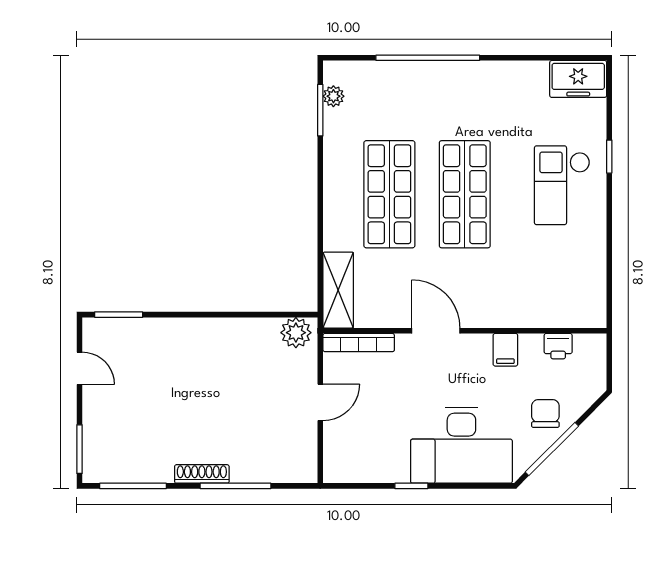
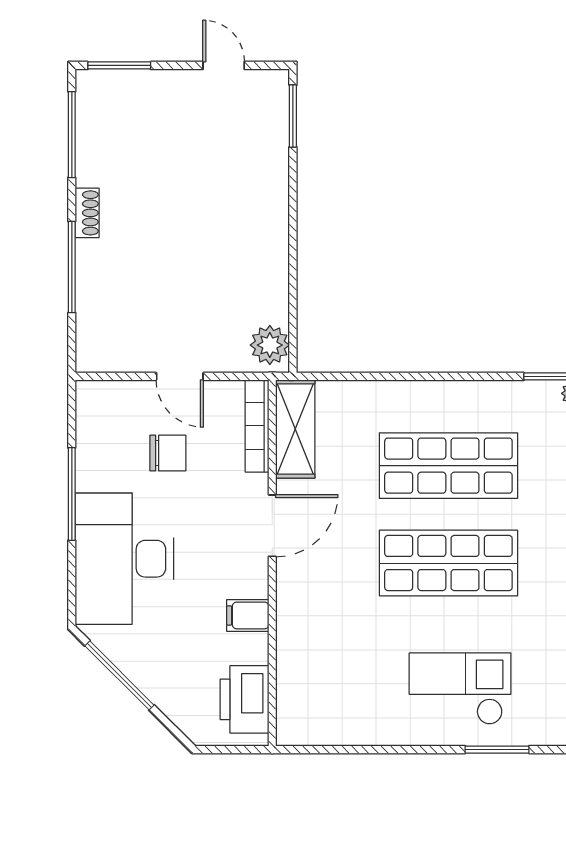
window: (609, 157) -> (497, 750), width x1.50
shelving: (338, 290) -> (295, 429), moved, turned 90
printer: (558, 346) -> (244, 699), width x1.87, depth x1.48
door: (79, 368) -> (224, 65), swing flipped
chair: (545, 413) -> (168, 453), moved
shoe rack: (202, 474) -> (87, 213), width x0.70
window: (411, 486) -> (72, 494), width x2.17

